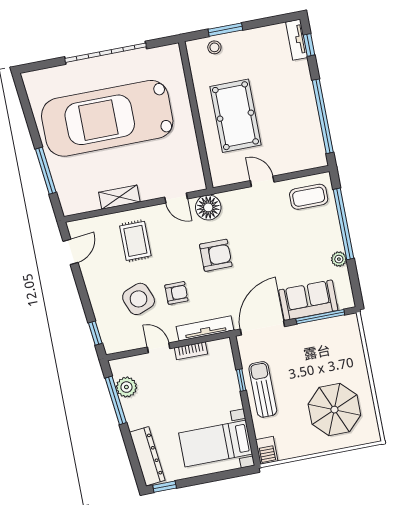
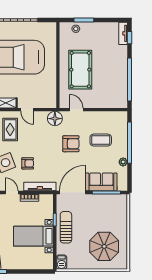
door: (262, 181) -> (76, 110), moved
coffee table: (309, 197) -> (101, 140), moved
door: (176, 198) -> (27, 110), moved
armchair: (216, 255) -> (71, 144), moved
bed with nightstands: (216, 444) -> (33, 236), moved

